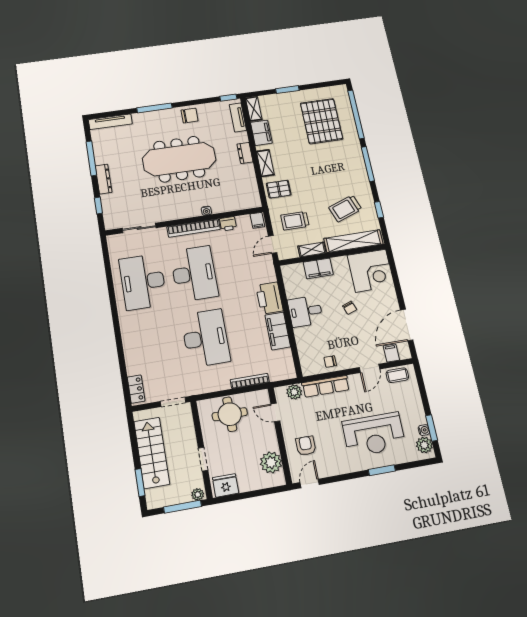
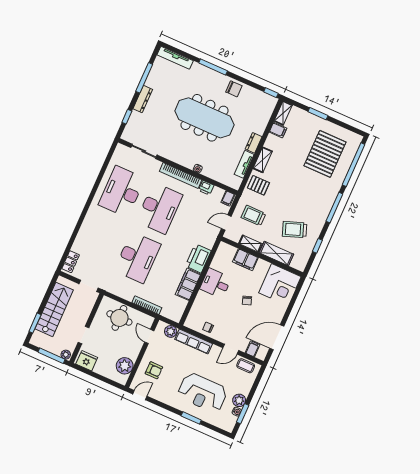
tv unit: (238, 117) -> (244, 164), moved
filing cabinet: (261, 133) -> (278, 130), width x0.50
shelving: (353, 241) -> (276, 253), width x0.68
plant: (424, 445) -> (239, 400), moved
armchair: (306, 446) -> (154, 370), turned 90

